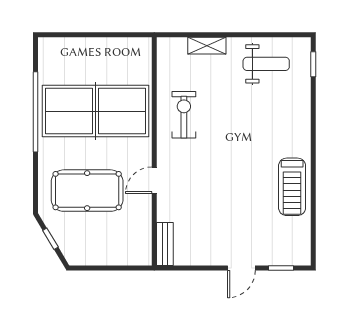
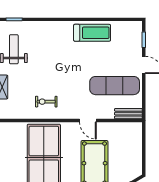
exercise bike: (184, 115) -> (46, 102), width x0.73, depth x0.72
exercise mat: (209, 222) -> (115, 86), added

